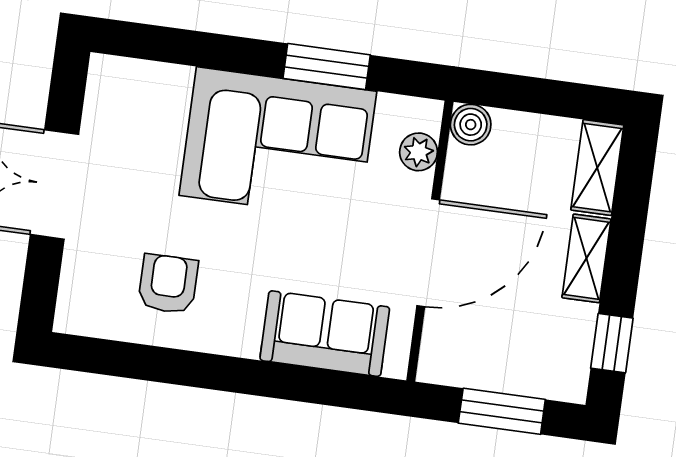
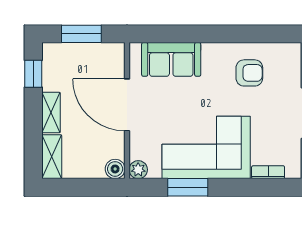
bookcase: (158, 75) -> (268, 172), added
plant: (419, 152) -> (138, 170), moved
door: (428, 253) -> (127, 105), hinge flipped
armchair: (168, 284) -> (249, 73), turned -90

